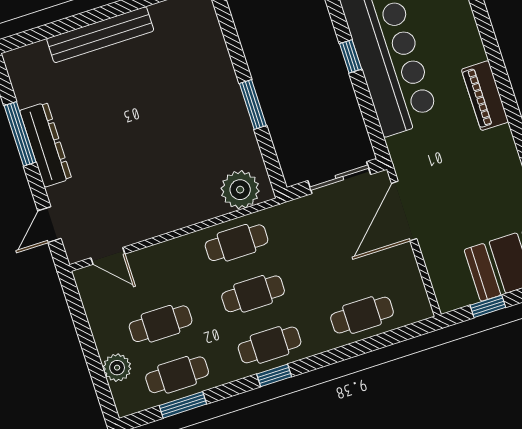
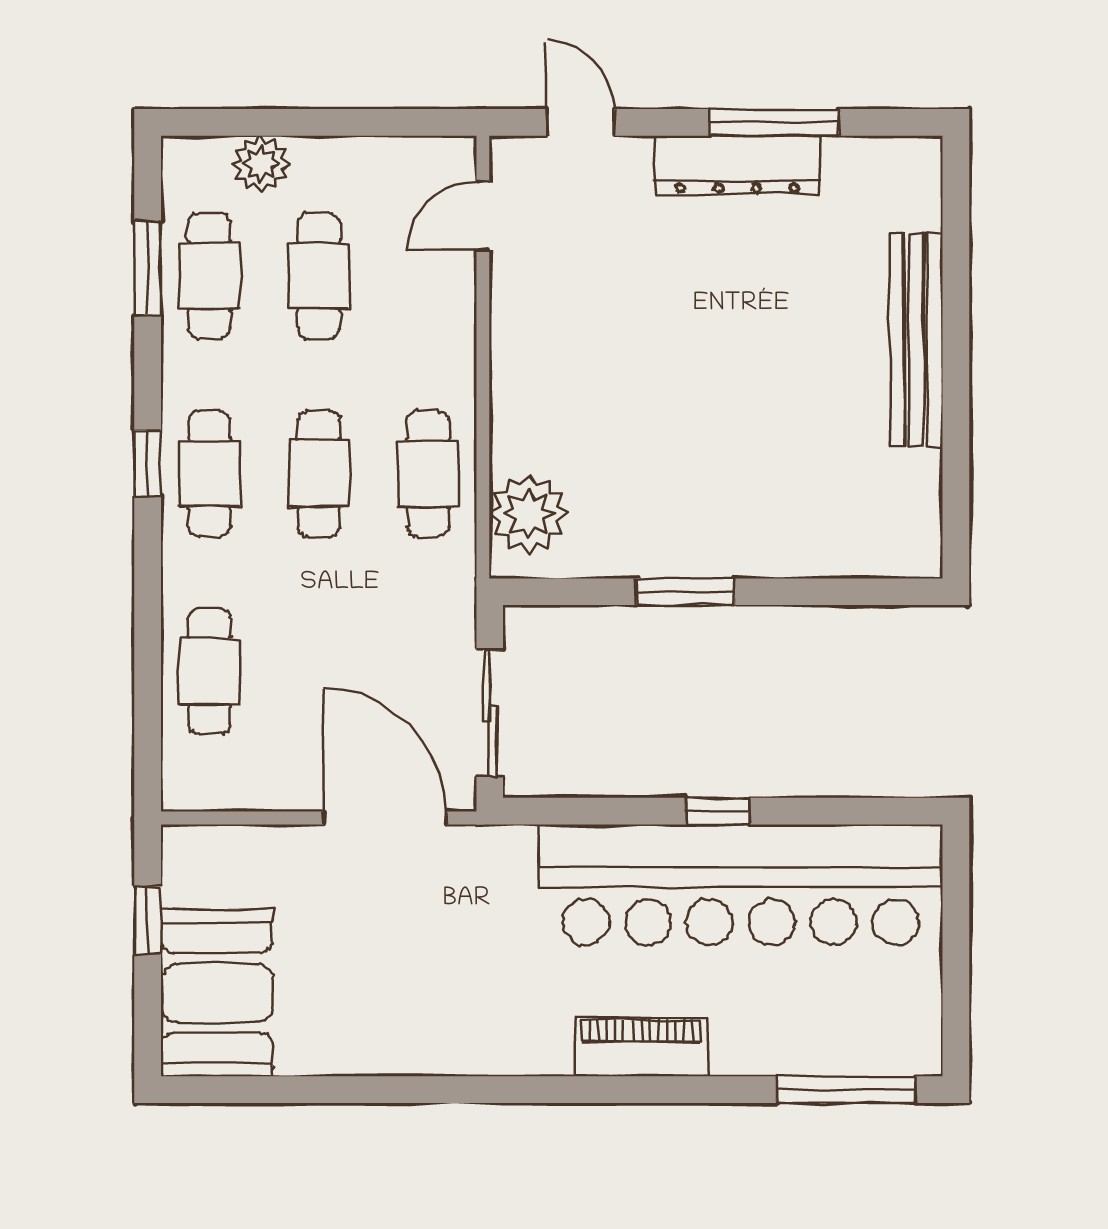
piano: (485, 96) -> (641, 1047), moved

